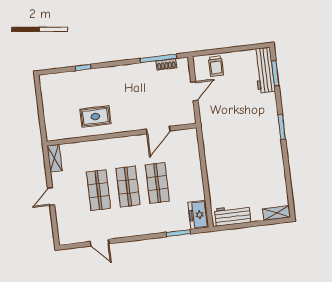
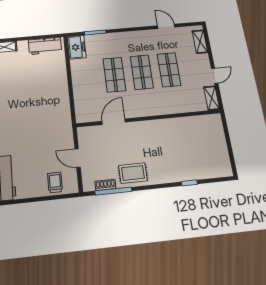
door: (194, 91) -> (78, 158), hinge flipped
rug: (95, 117) -> (133, 173), moved
door: (51, 196) -> (215, 76), moved
shelving: (63, 225) -> (200, 42), added

